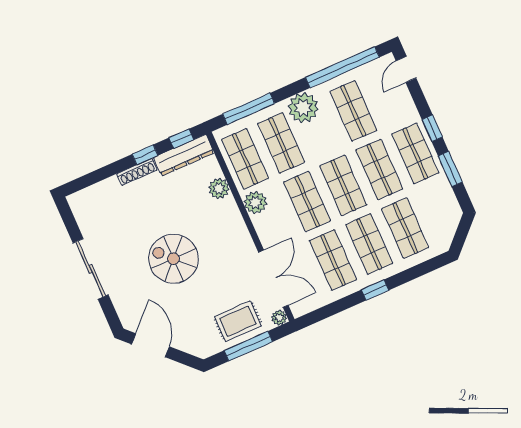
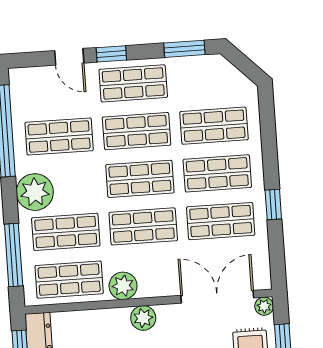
door: (406, 69) -> (69, 57), moved
window: (450, 169) -> (184, 49), moved
plant: (219, 188) -> (143, 318), moved
window: (375, 290) -> (273, 204), moved

